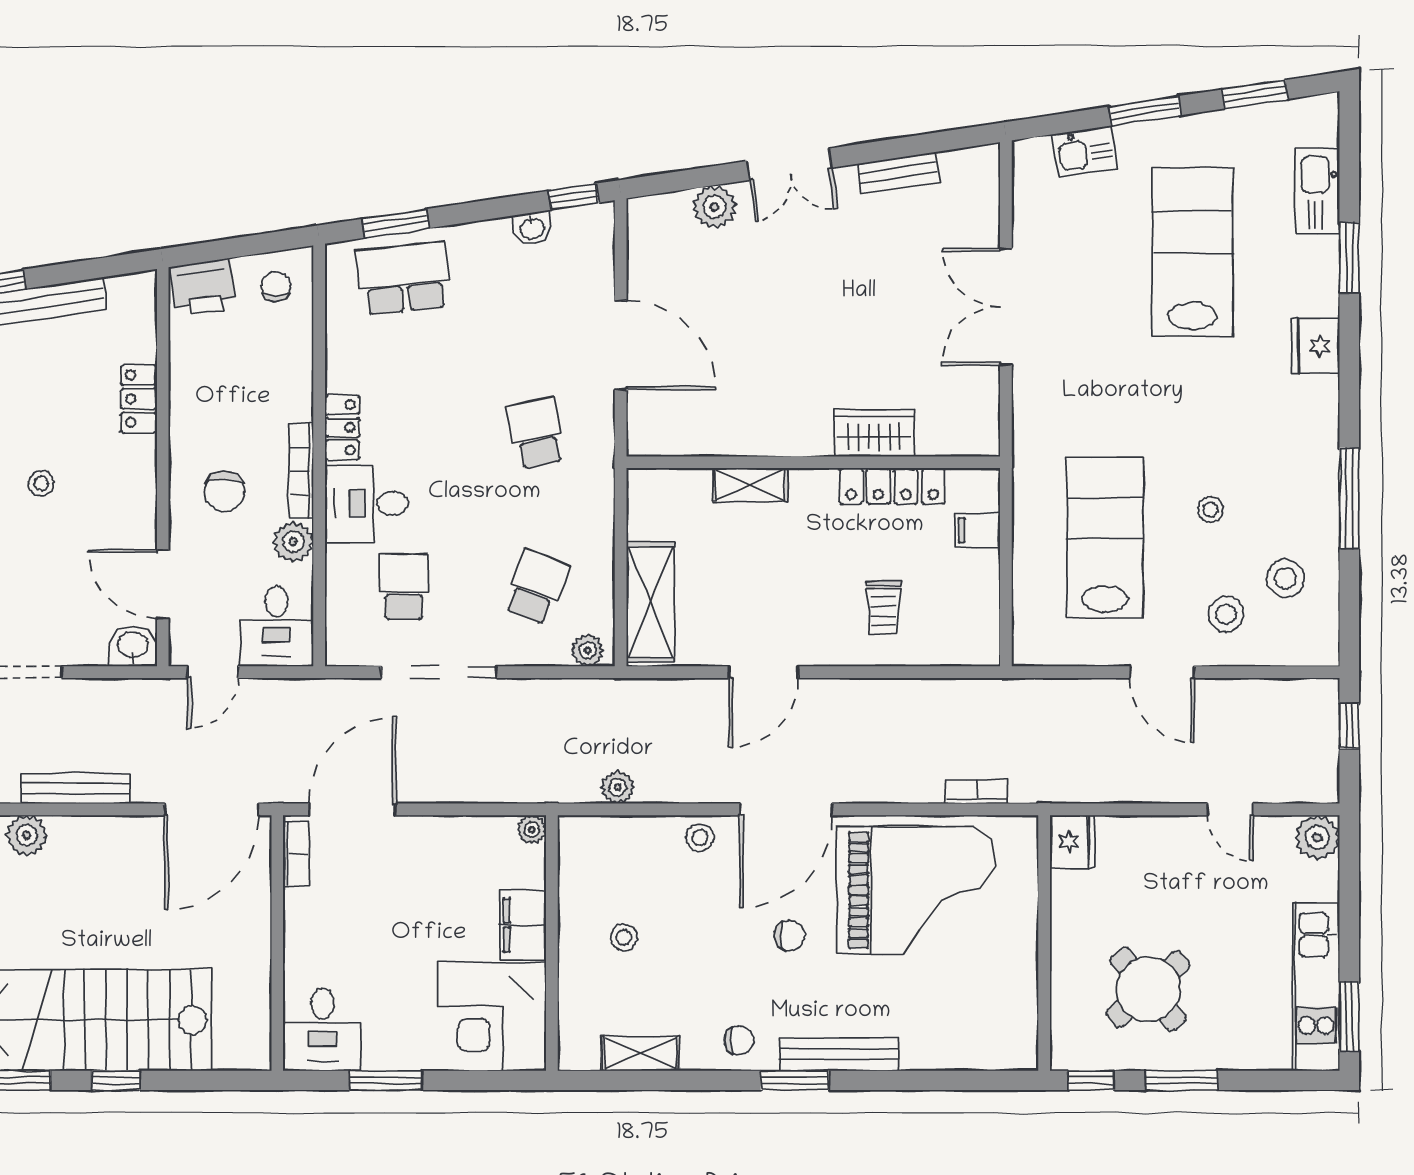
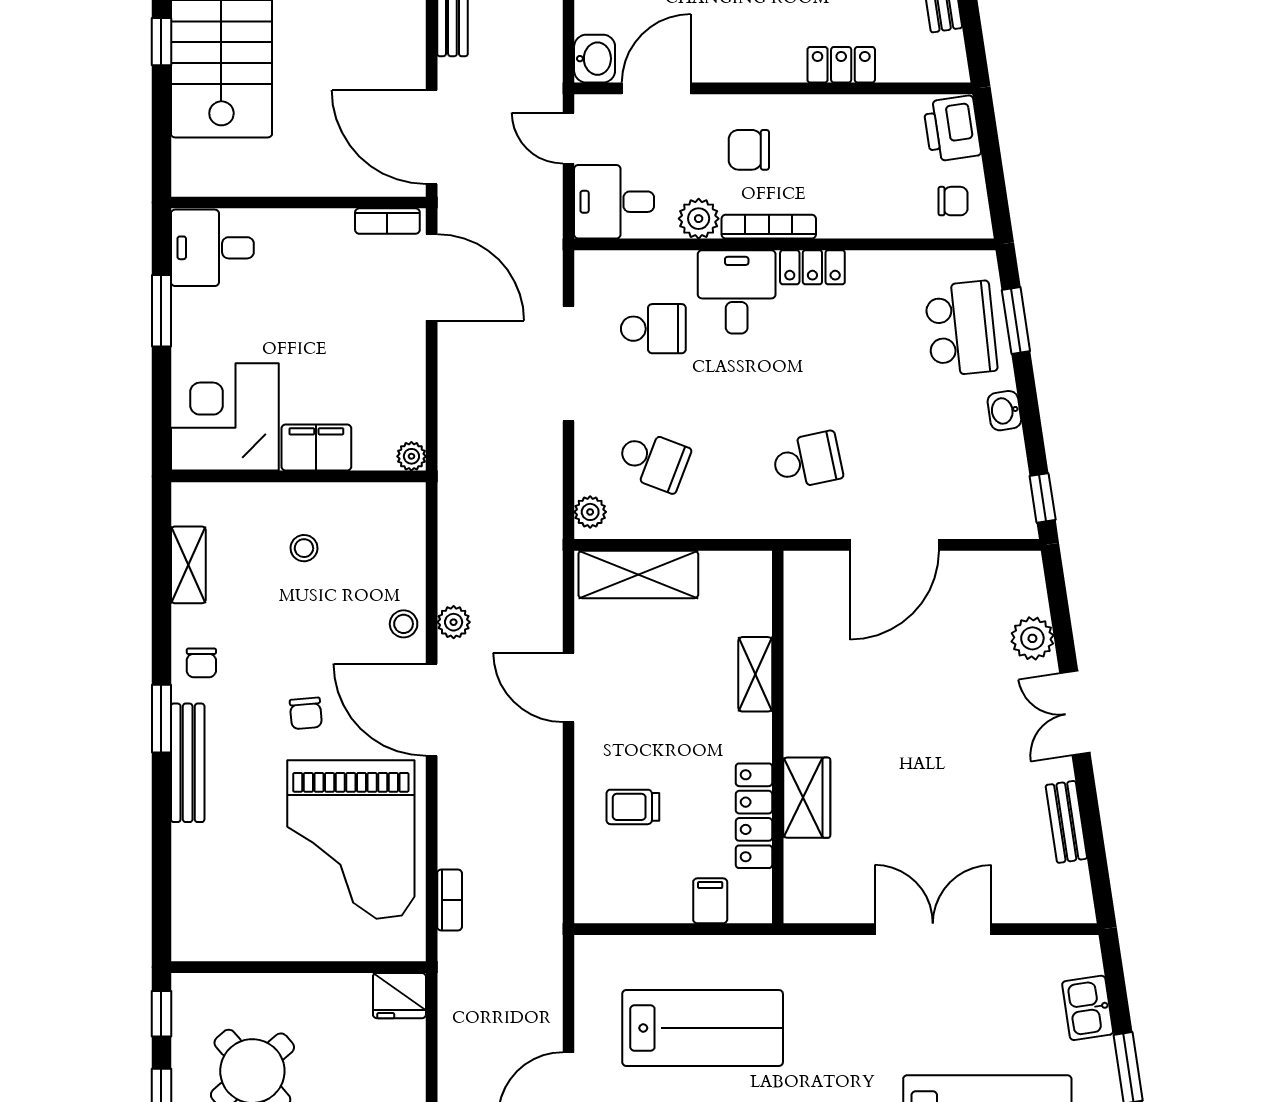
washbasin: (532, 228) -> (1004, 411), moved
plant: (618, 787) -> (454, 622), moved

